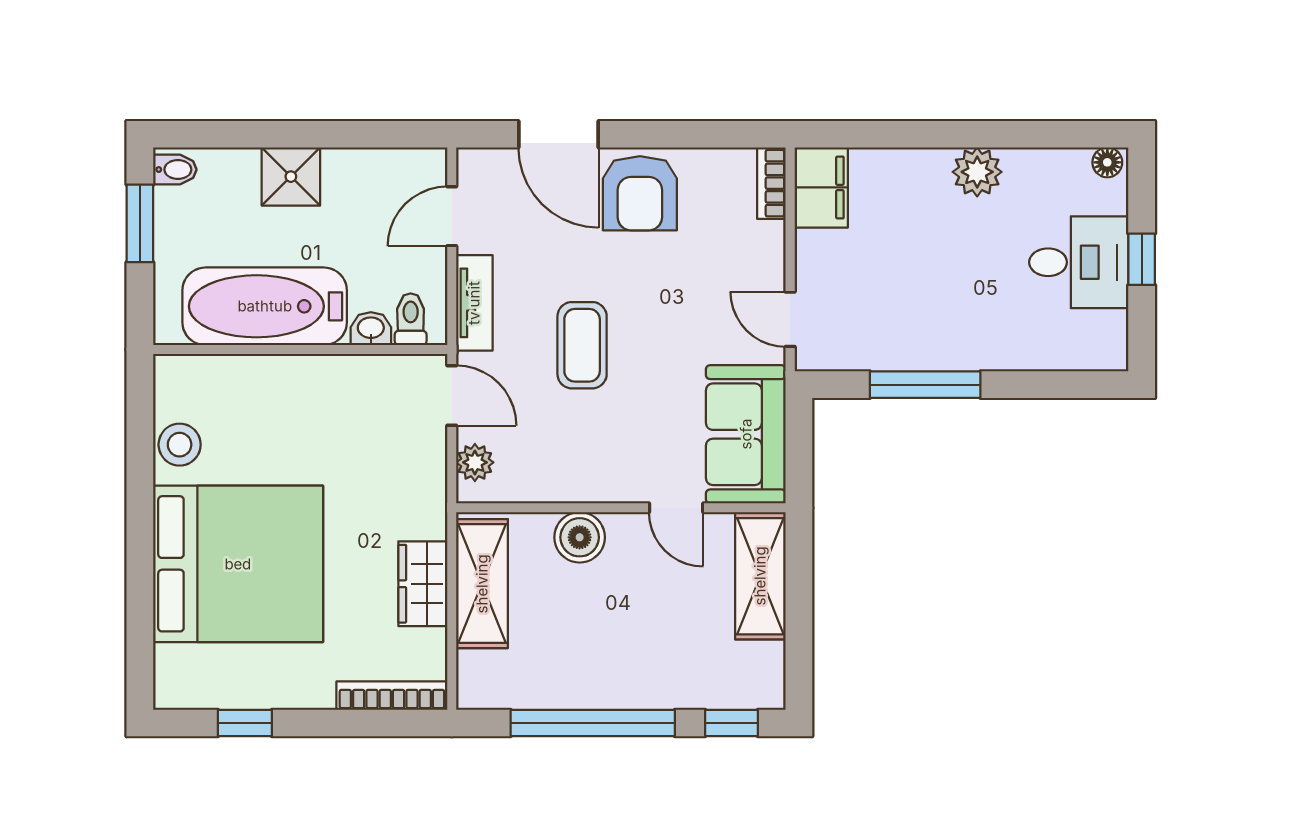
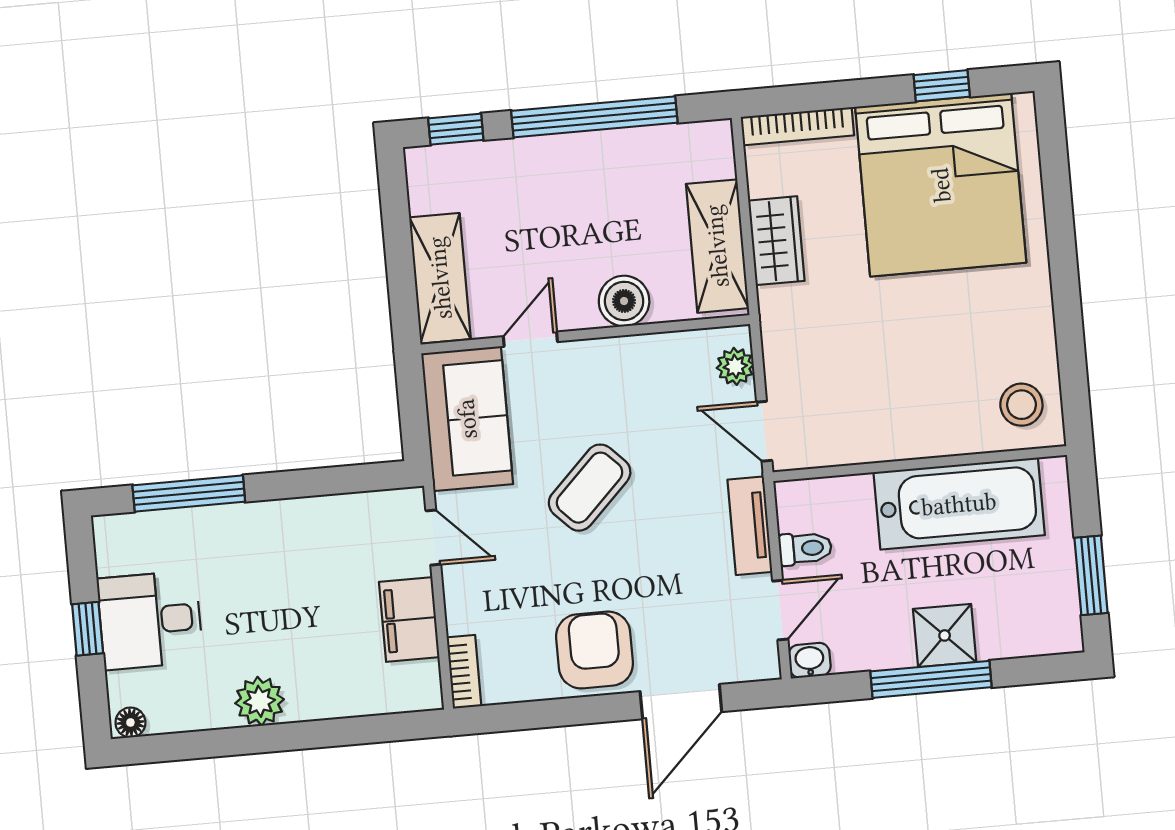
window: (308, 134) -> (931, 679), added
door: (559, 134) -> (681, 702), swing flipped
bidet: (175, 170) -> (1061, 632), removed
filing cabinet: (821, 187) -> (409, 620), moved
toilet: (411, 319) -> (805, 548), moved, turned -90
washbasin: (371, 329) -> (810, 660), moved, turned 180
coffee table: (582, 345) -> (590, 488), moved, turned 45
window: (925, 385) -> (189, 493), moved
stool: (180, 445) -> (1021, 405), moved
door: (676, 508) -> (530, 339), hinge flipped
bed: (238, 564) -> (941, 185), moved, turned -90

